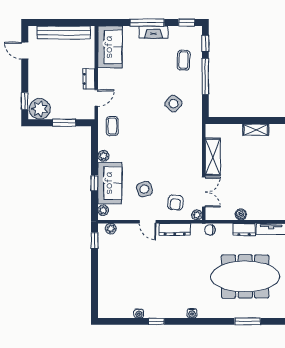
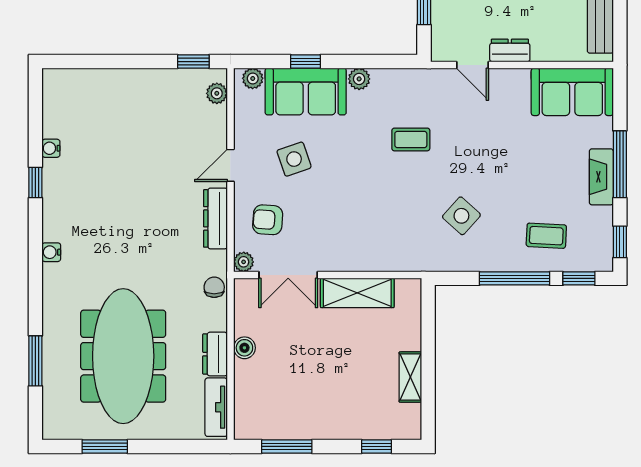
coffee table: (112, 126) -> (411, 139), moved

